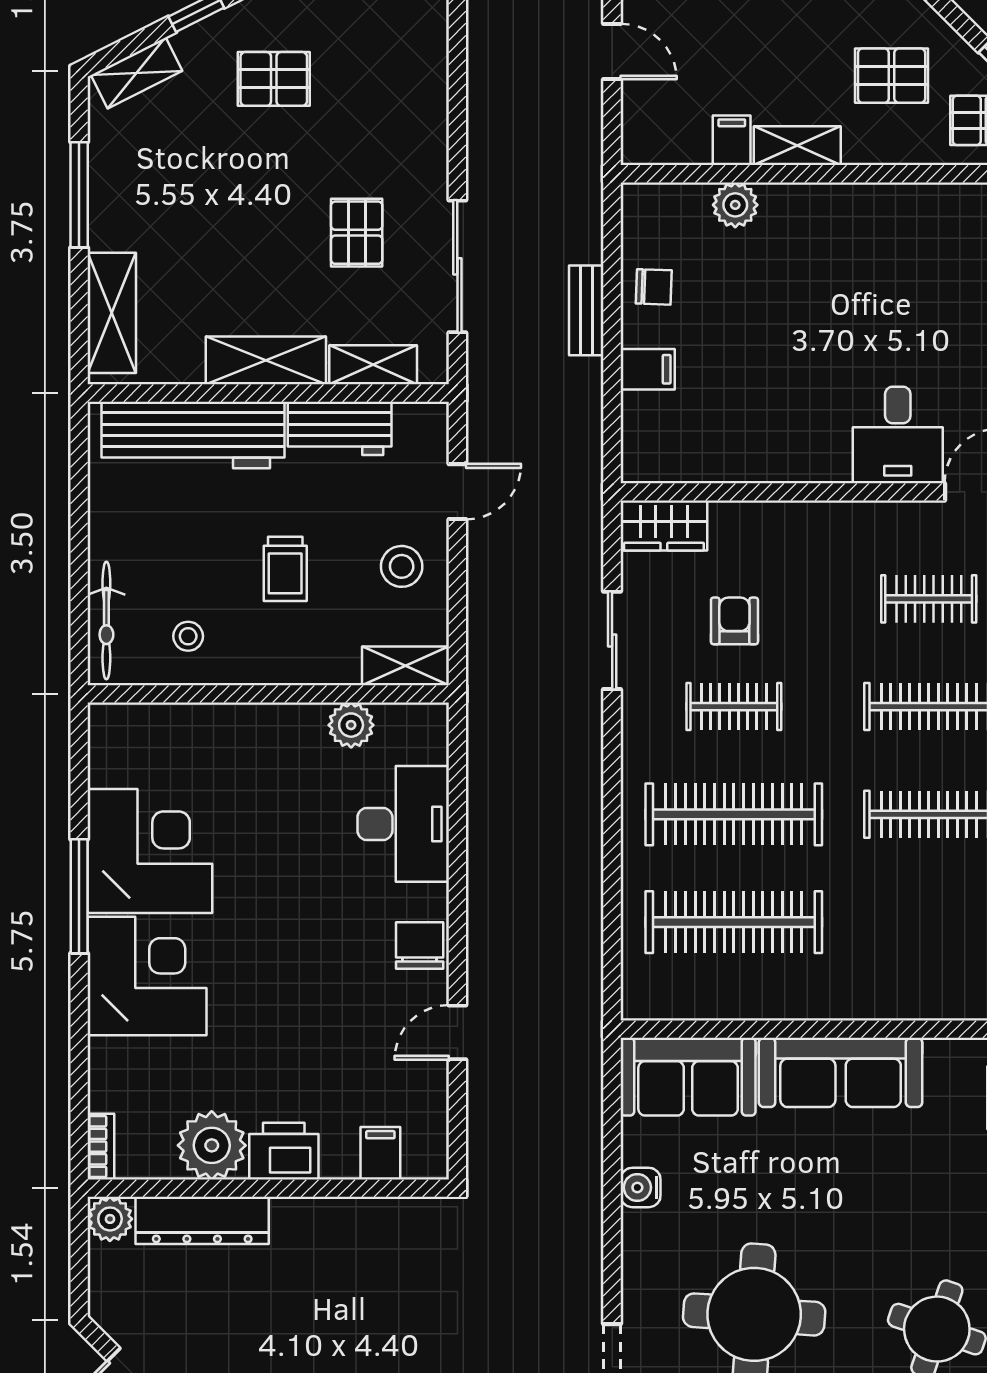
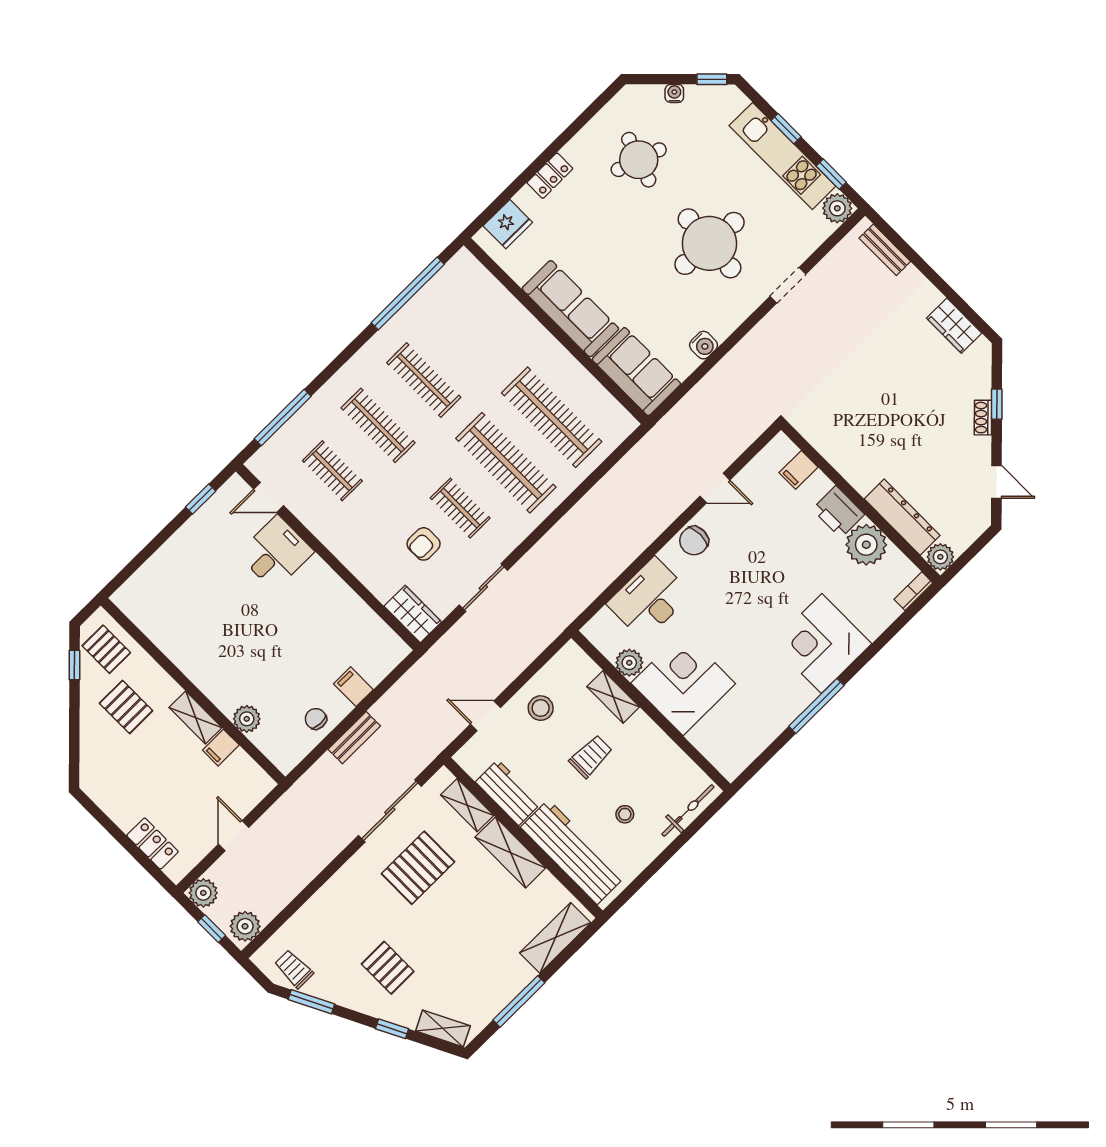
pallet: (357, 233) -> (418, 868), width x1.50, depth x1.42
stool: (188, 636) -> (625, 814), moved
shelving: (405, 666) -> (613, 697), moved
corner desk: (150, 851) -> (683, 683), moved, turned 90

